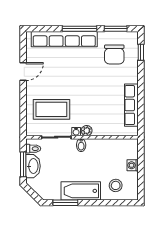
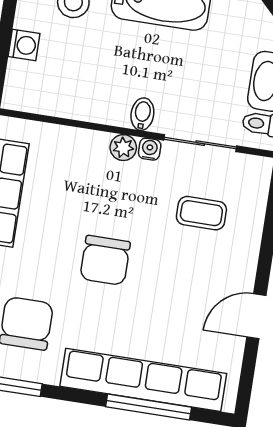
window: (80, 29) -> (149, 407), moved
chair: (87, 84) -> (105, 260), added
coffee table: (51, 109) -> (201, 213), width x0.54, depth x0.58

